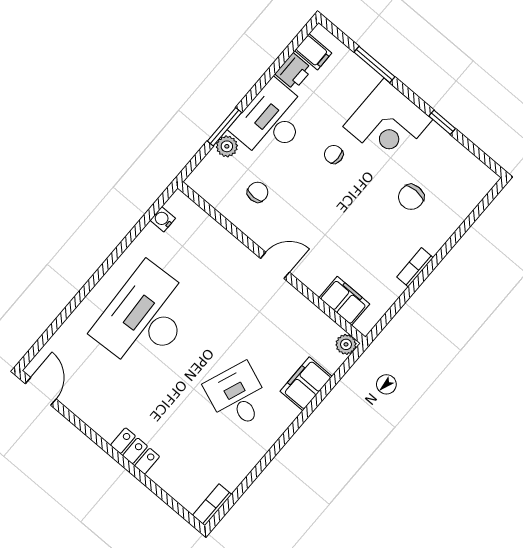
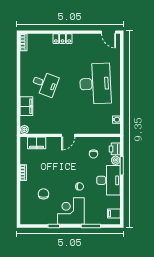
printer: (294, 71) -> (115, 149), moved

